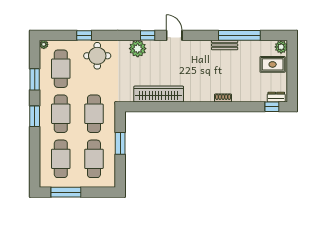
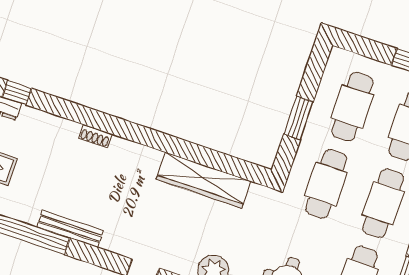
bench: (225, 45) -> (70, 229), width x1.36

